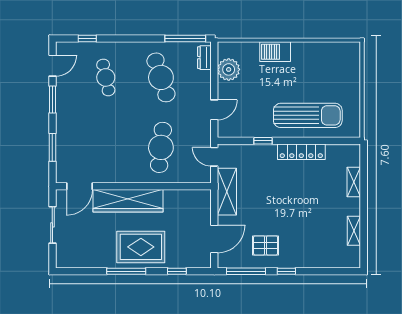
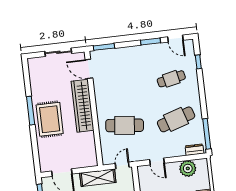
window: (52, 147) -> (104, 47), moved
window: (177, 271) -> (35, 148), removed

